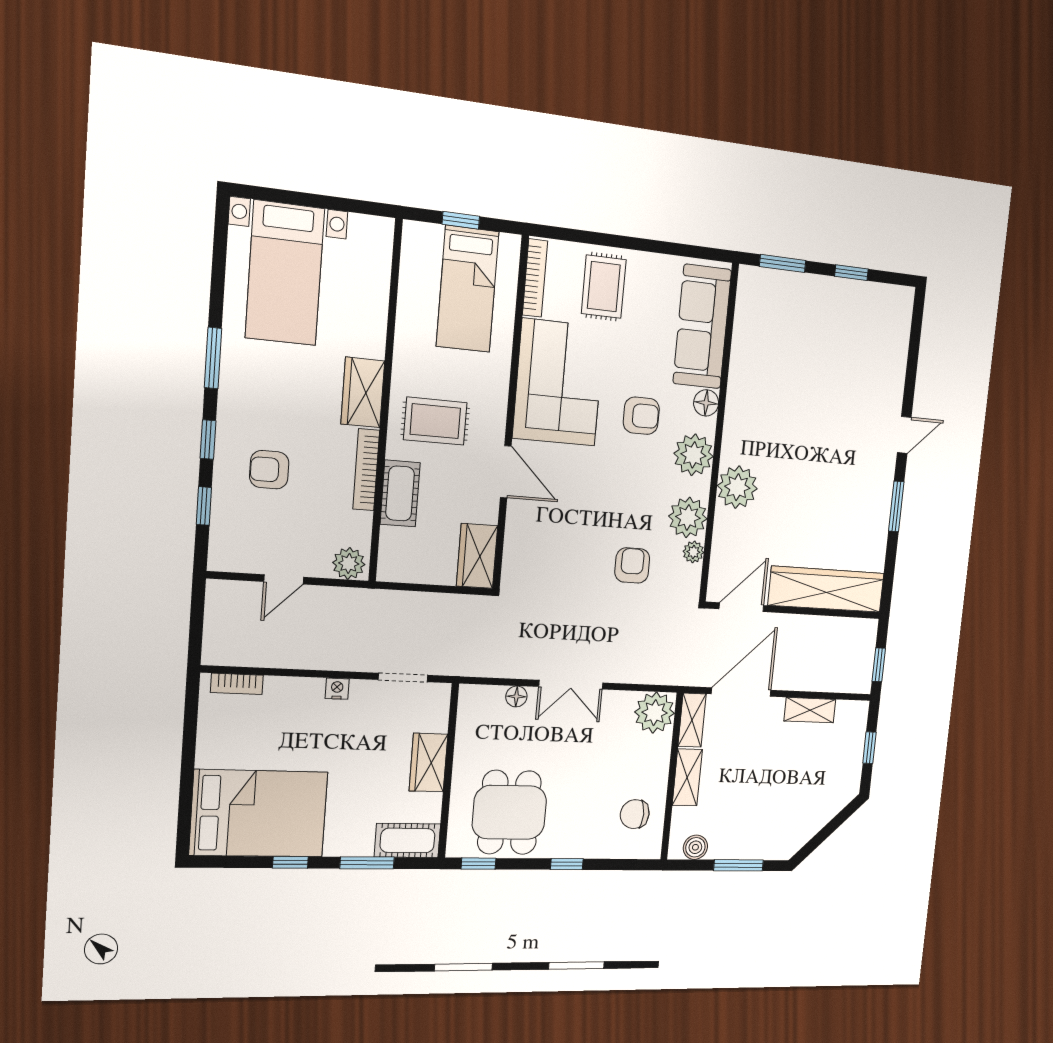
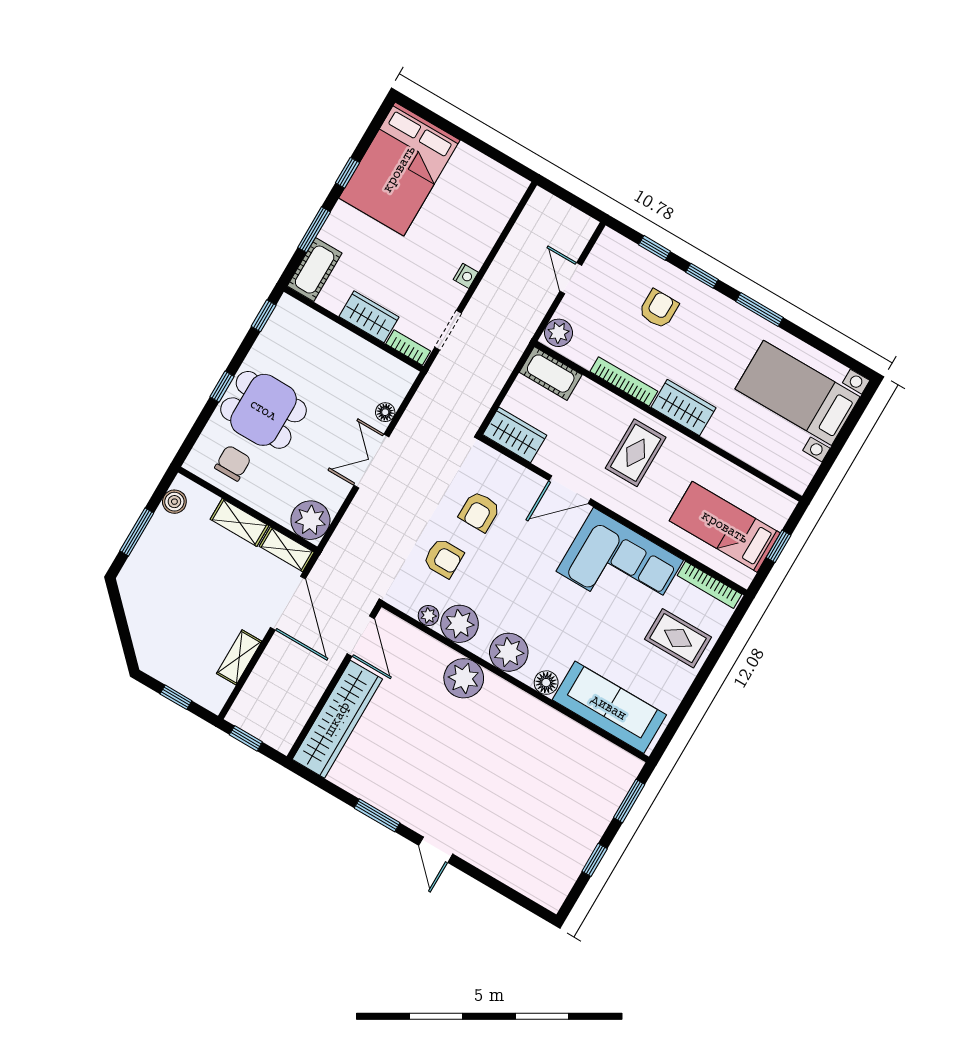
armchair: (641, 416) -> (479, 511), moved
cot: (400, 493) -> (551, 374), moved
bookcase: (237, 684) -> (408, 347), moved, turned 90
dining table: (509, 812) -> (264, 410), moved

